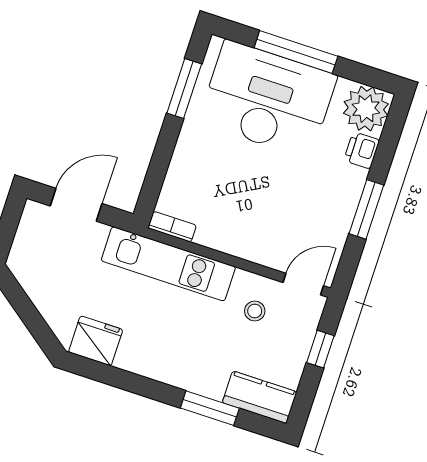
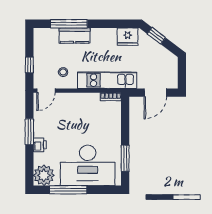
window: (296, 52) -> (68, 190), moved
printer: (362, 150) -> (40, 145), moved
window: (35, 323) -> (156, 36), added
kitchen counter: (260, 397) -> (75, 35), moved
window: (210, 408) -> (69, 24), width x1.44

